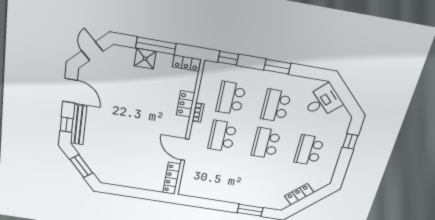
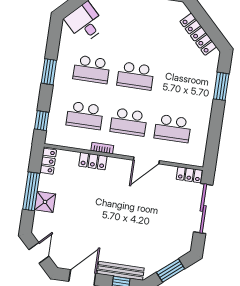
door: (93, 51) -> (39, 253), swing flipped
school desk: (309, 150) -> (173, 129), moved
locker: (172, 178) -> (189, 175), width x0.66
sliding door: (140, 193) -> (203, 208), added
locker: (299, 194) -> (198, 34), width x1.53

